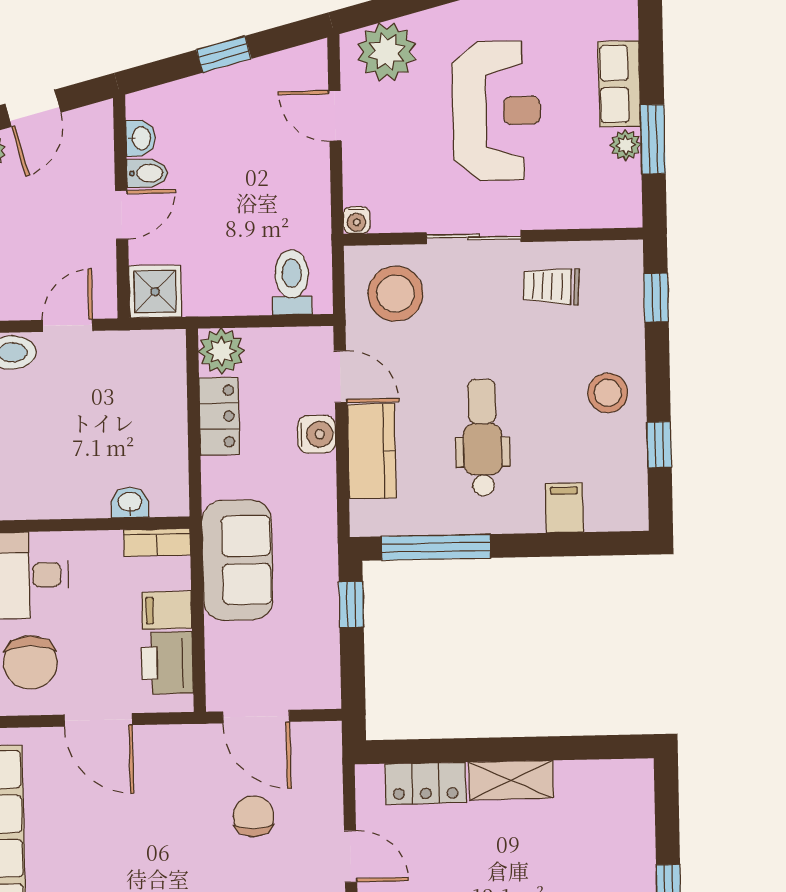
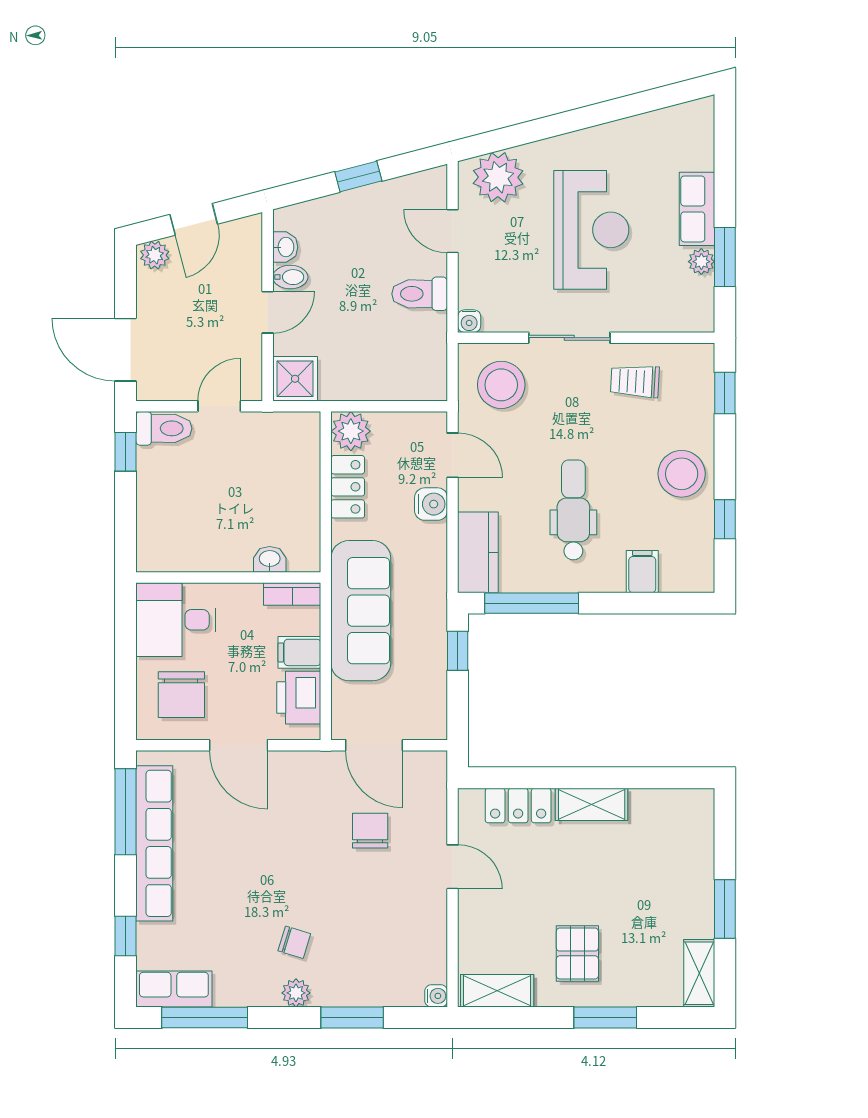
toilet: (292, 282) -> (420, 294), moved, turned -90
stool: (608, 393) -> (682, 474), width x1.38, depth x1.38
kitchen counter: (372, 451) -> (478, 552), moved
sofa: (237, 560) -> (361, 611), width x1.36

